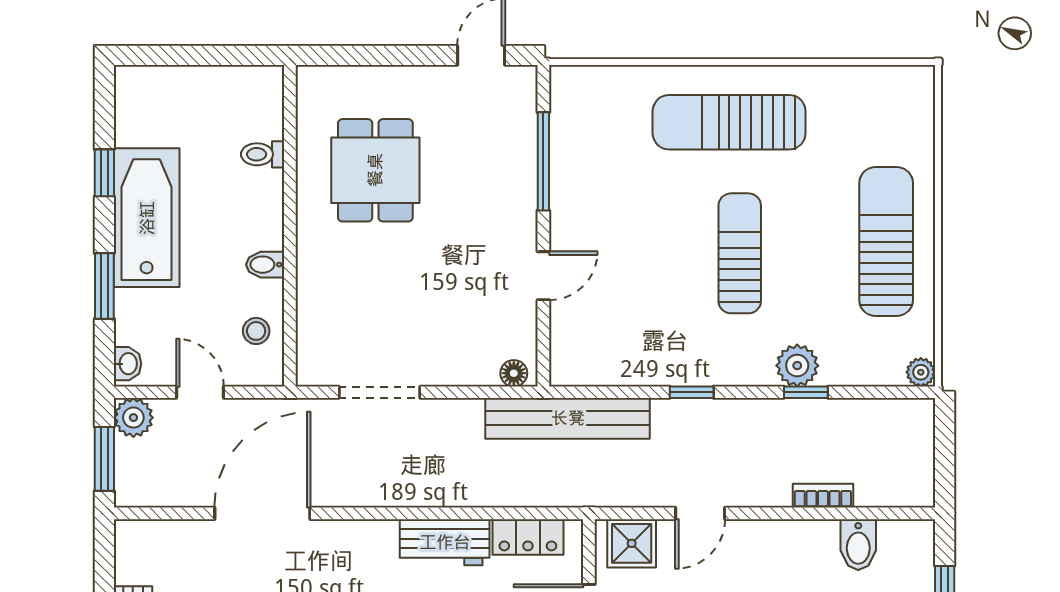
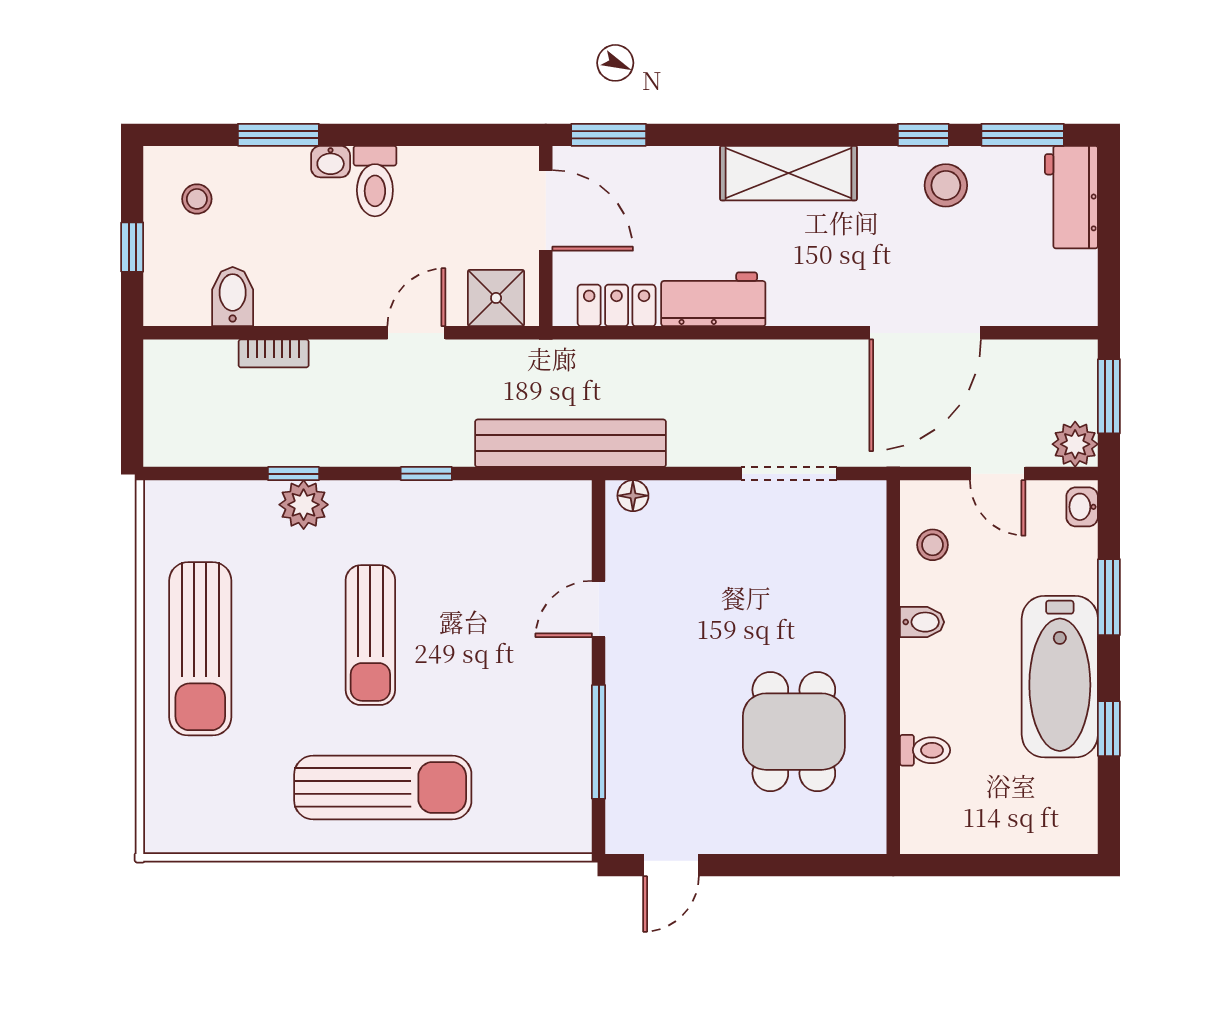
plant: (921, 372) -> (160, 497), removed

